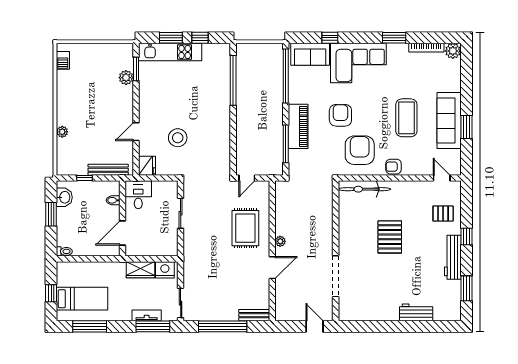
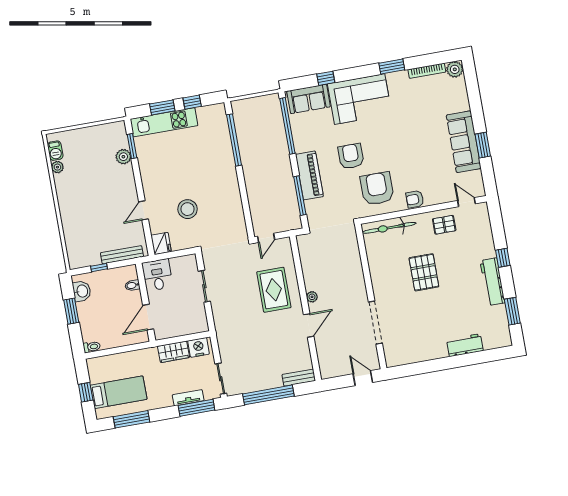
coffee table: (406, 118) -> (419, 147), removed
plant: (62, 132) -> (57, 167), moved
pallet: (443, 214) -> (444, 225), moved

